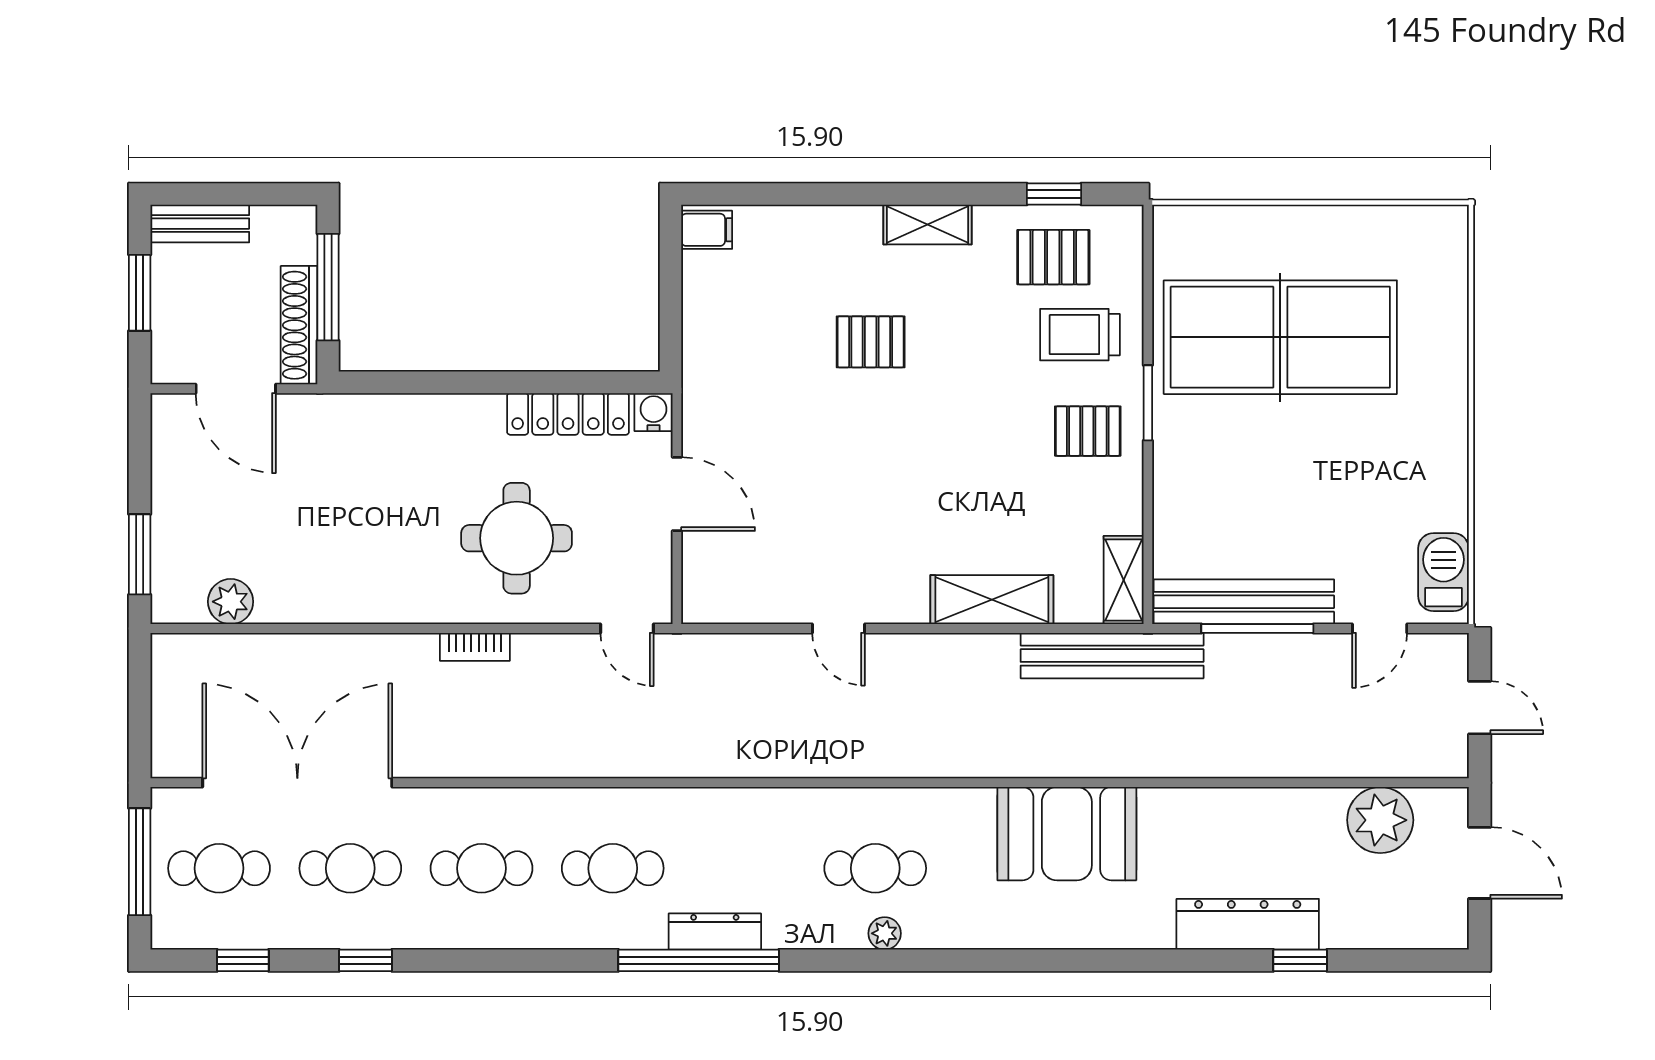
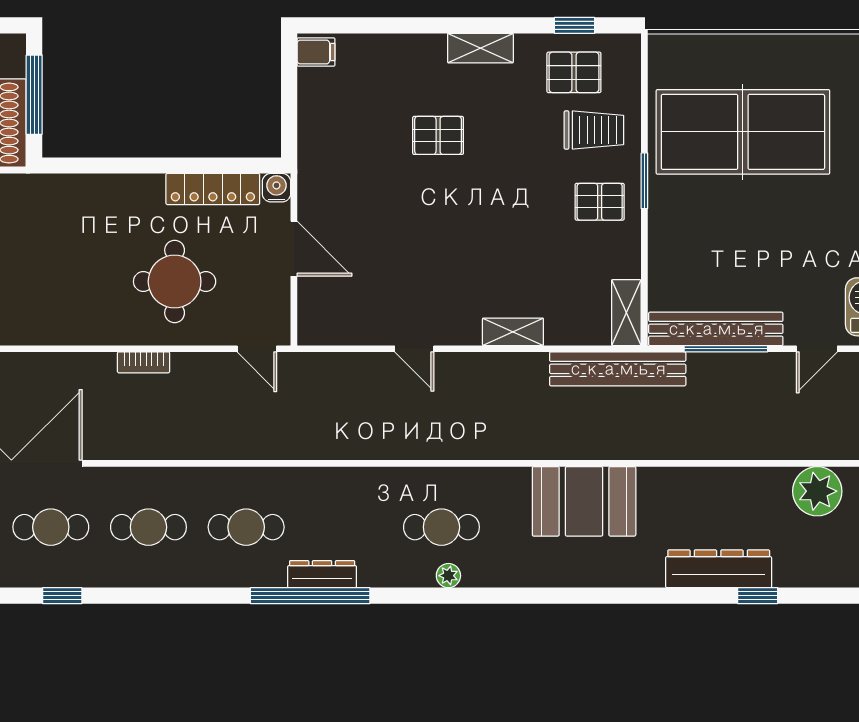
trolley: (1080, 335) -> (594, 130), turned 180
shelving: (992, 600) -> (513, 332), width x0.67, depth x0.75

